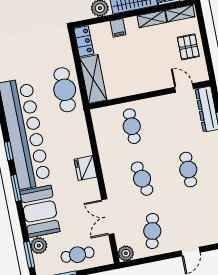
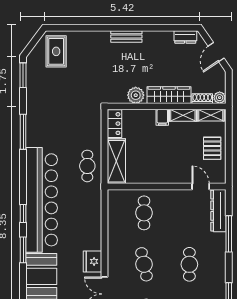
filing cabinet: (118, 28) -> (162, 117), moved
cafe table: (65, 90) -> (87, 166), width x0.73, depth x0.74
fridge: (86, 168) -> (93, 261), moved

